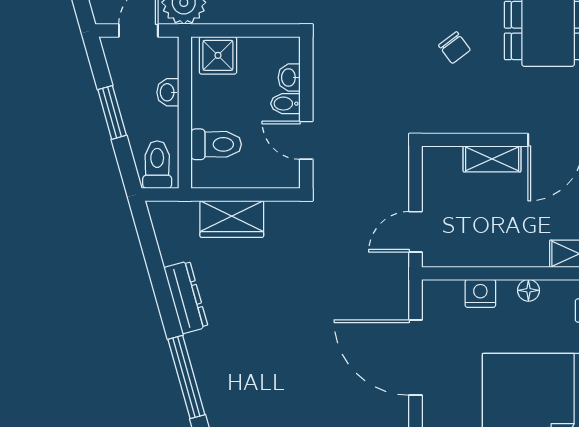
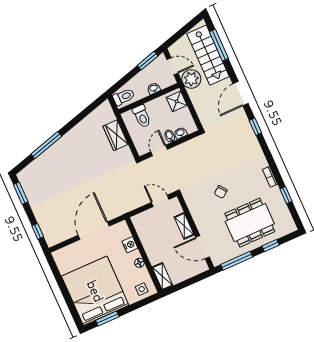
window: (112, 112) -> (148, 61), moved
door: (415, 232) -> (160, 201), moved
dresser: (186, 297) -> (77, 131), removed

